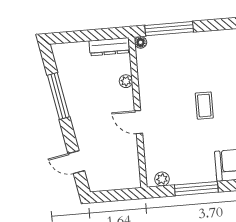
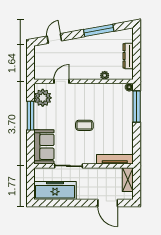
dresser: (109, 47) -> (128, 56), moved
door: (139, 122) -> (61, 81), moved
plant: (162, 179) -> (43, 98), width x1.87, depth x1.87

